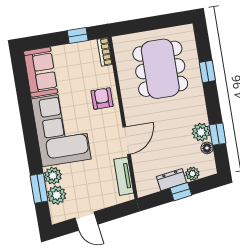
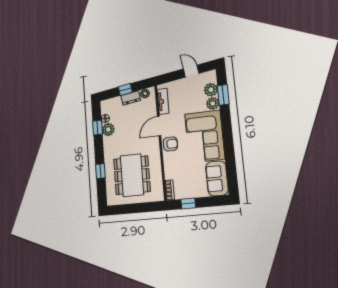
armchair: (102, 98) -> (170, 144), moved, turned -90
plant: (192, 174) -> (145, 94), moved

